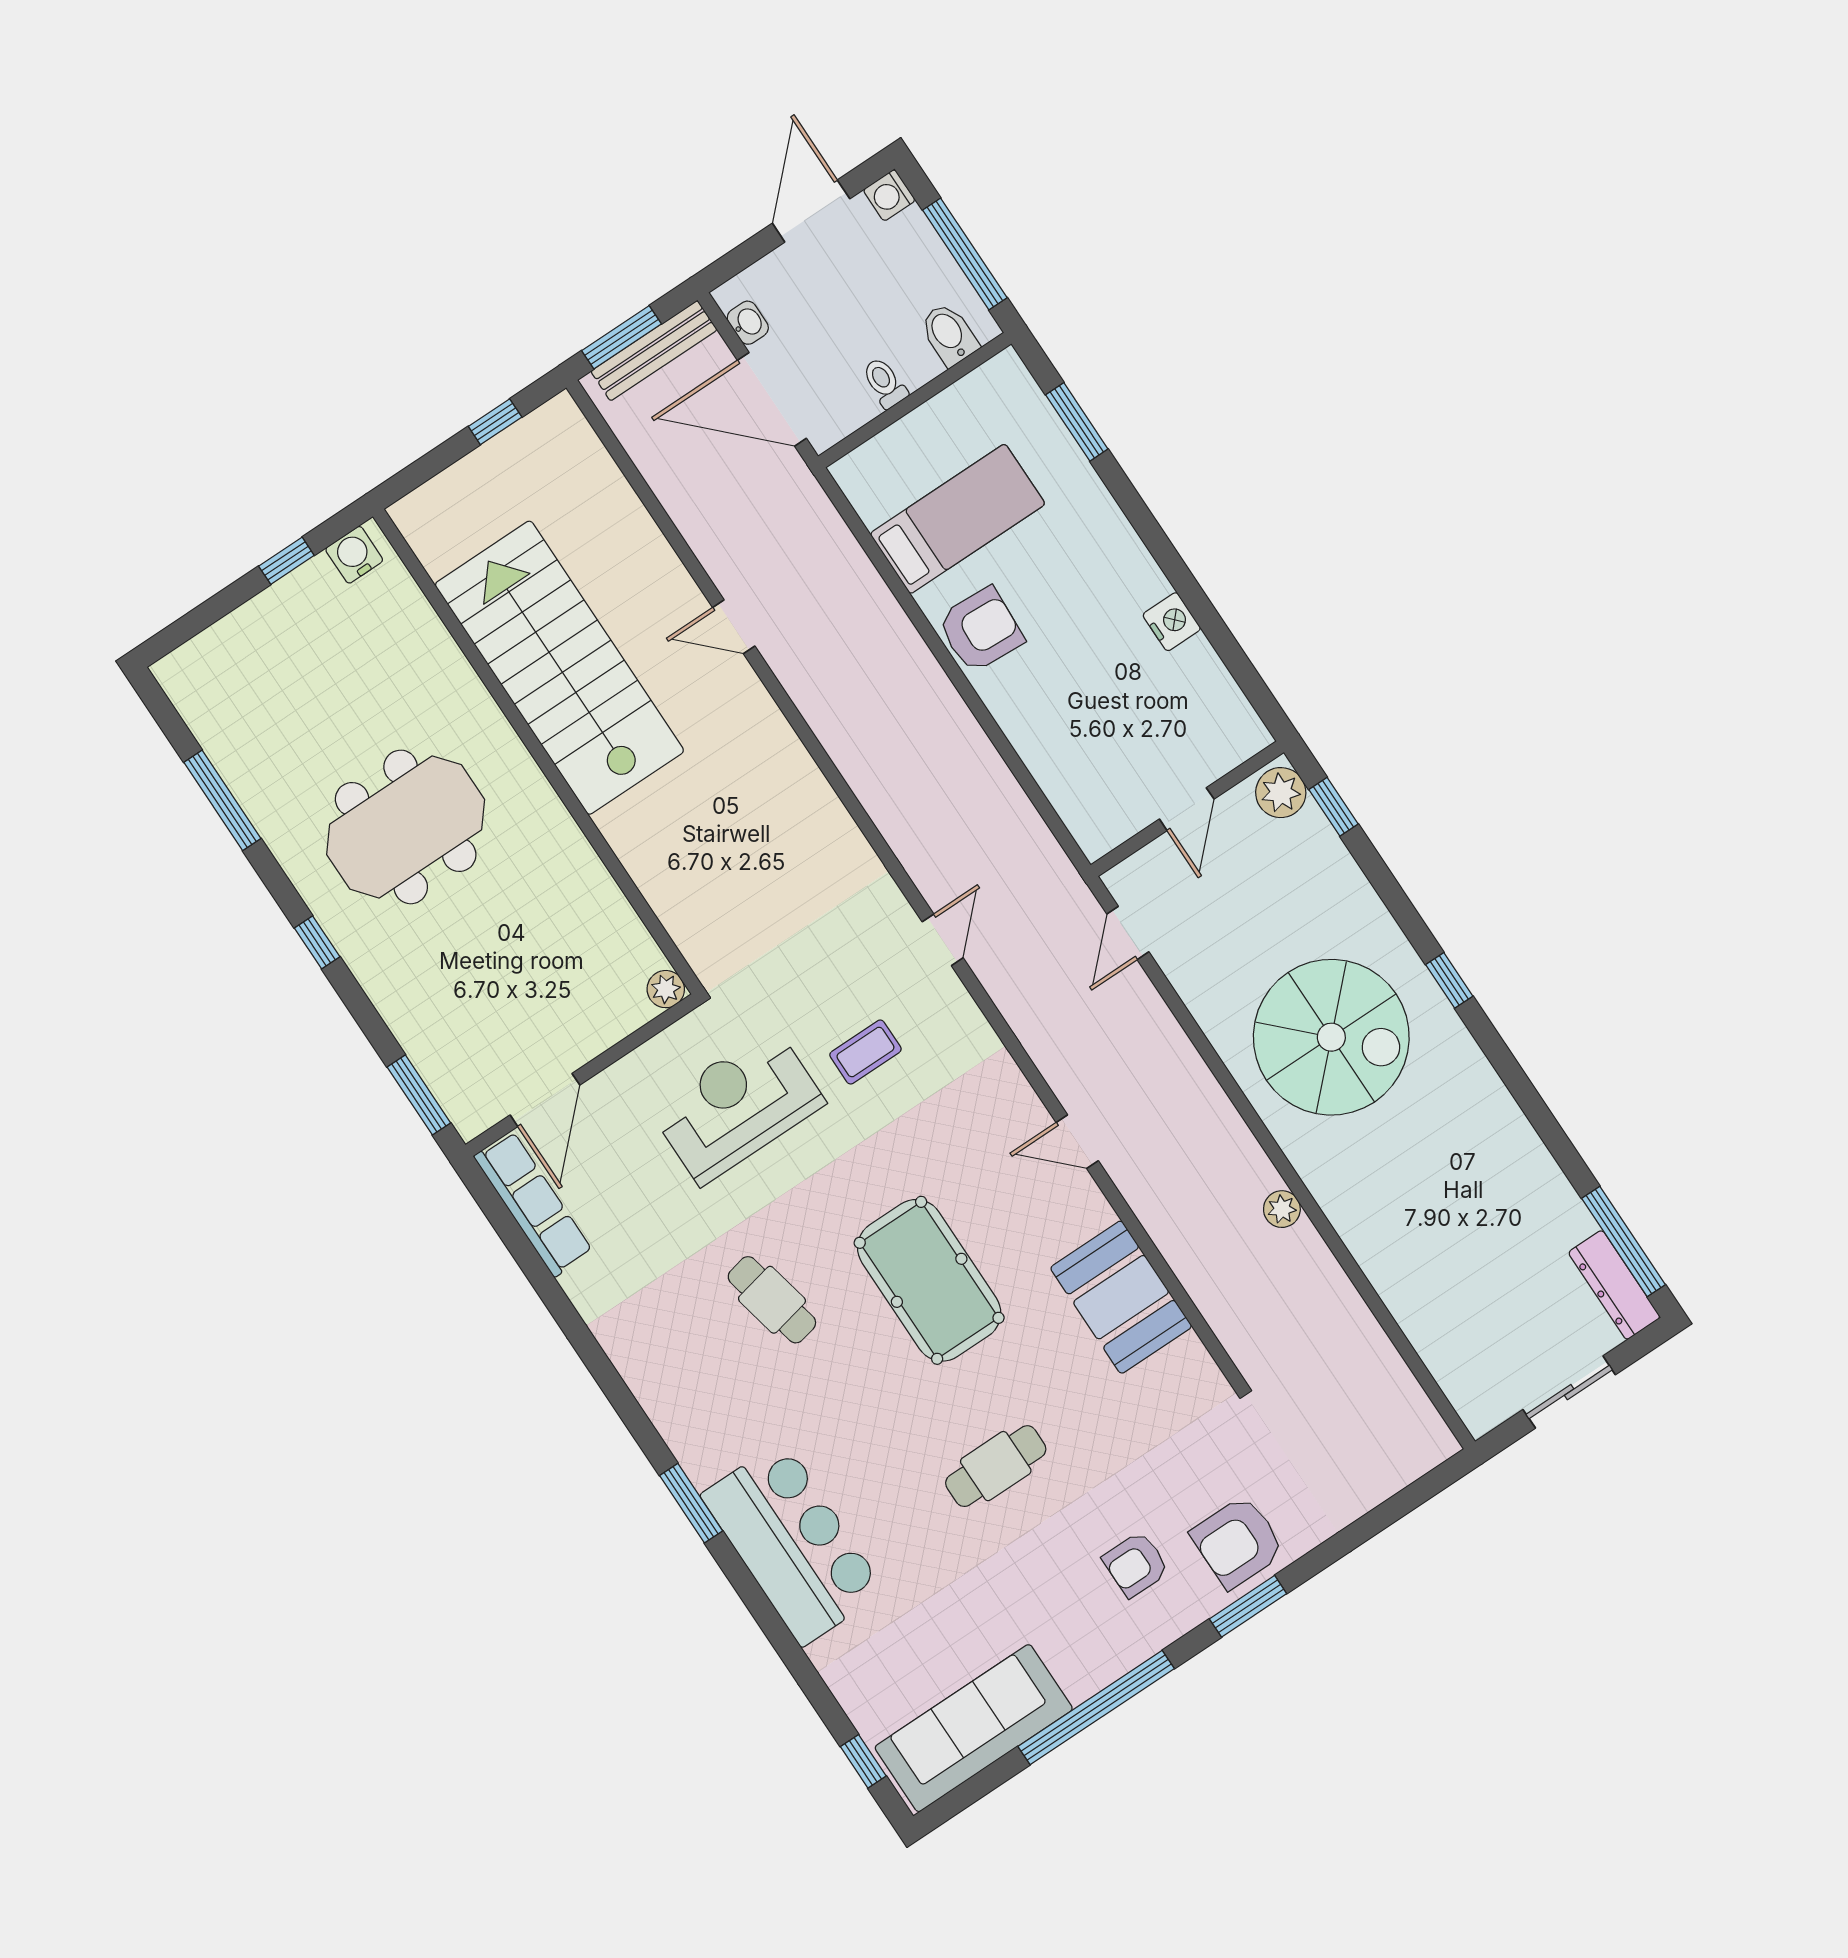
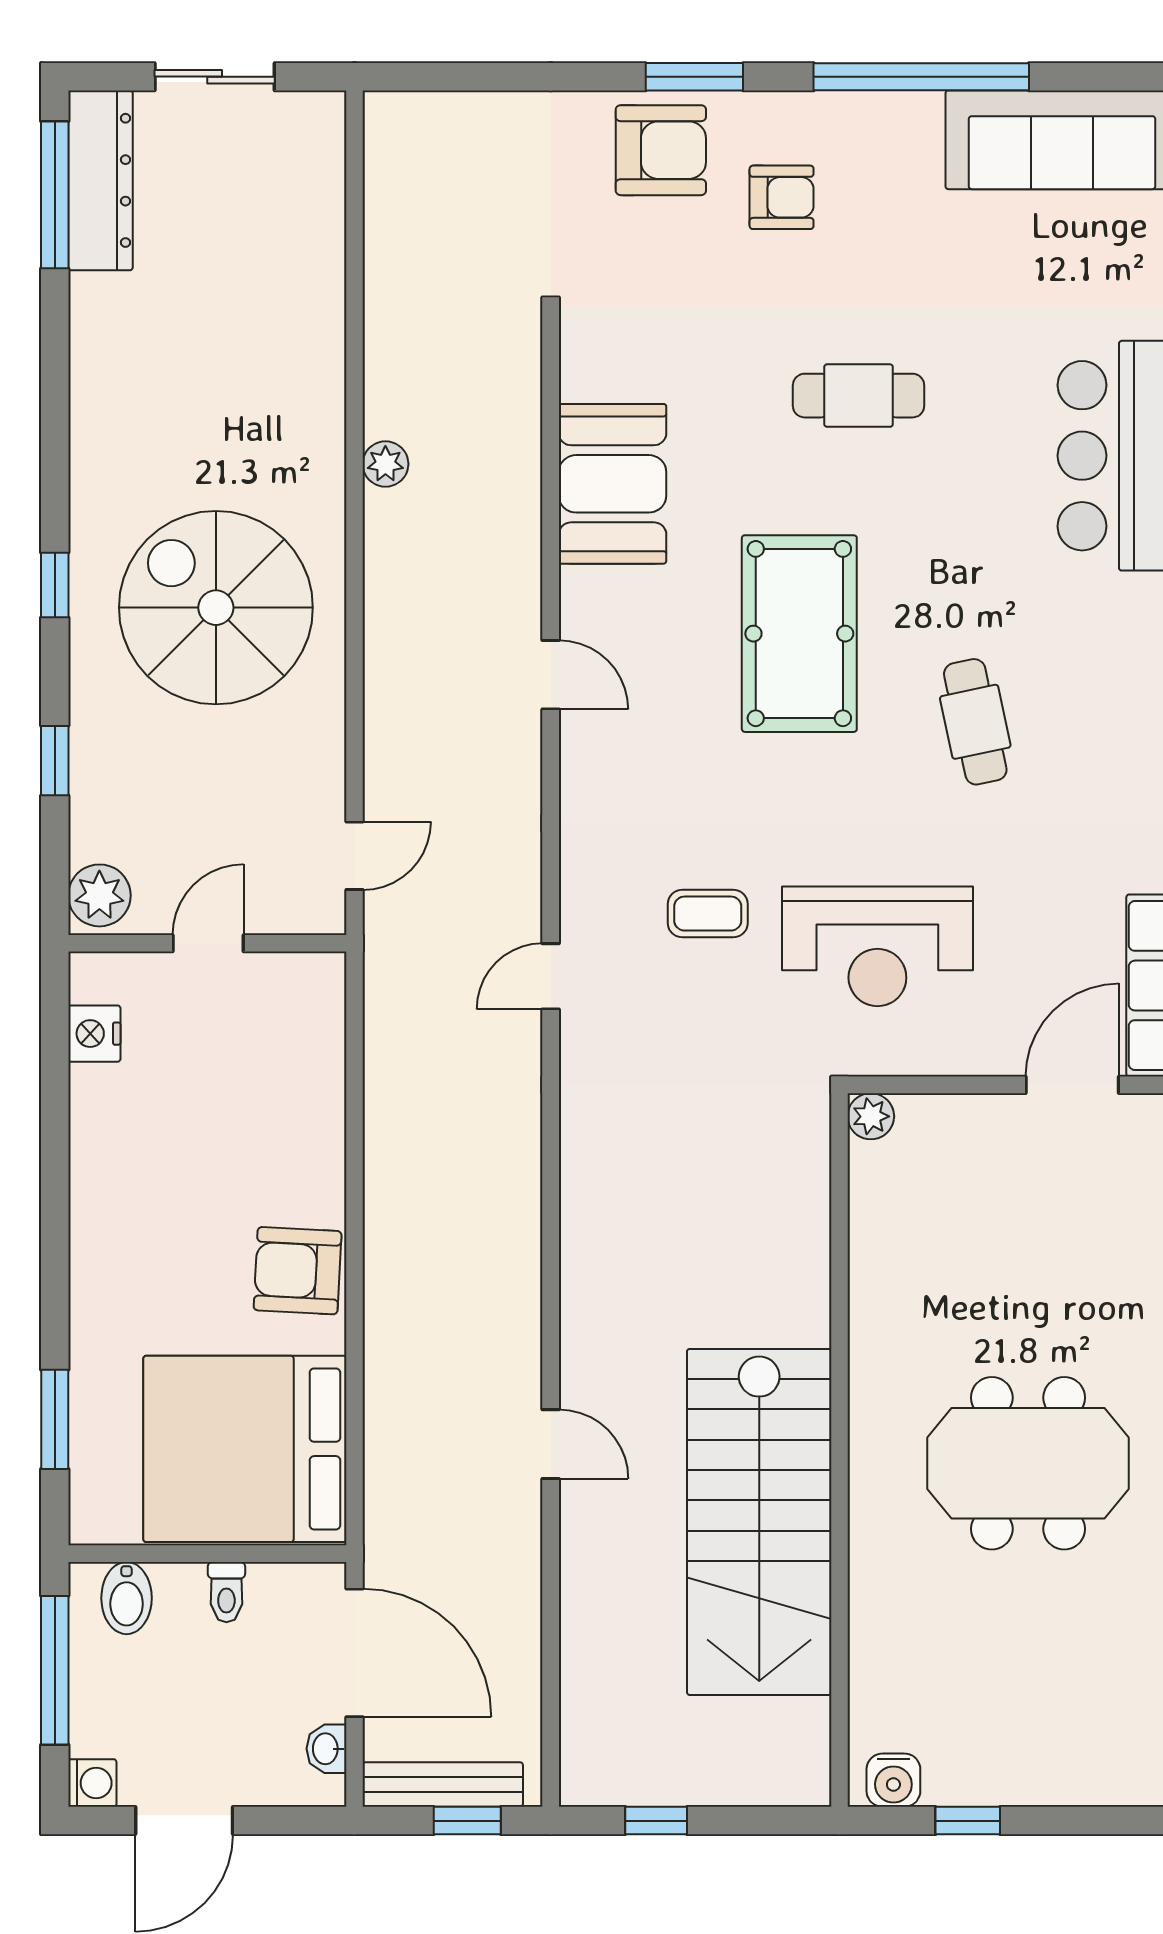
window: (622, 337) -> (467, 1821), width x0.67
bed: (958, 519) -> (245, 1449), width x2.04
nightstand: (1172, 622) -> (94, 1034), moved
window: (1334, 807) -> (55, 761), moved
dresser: (1614, 1285) -> (100, 180), width x1.37, depth x1.24

